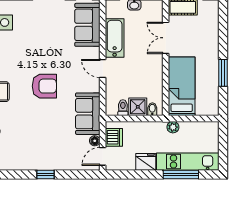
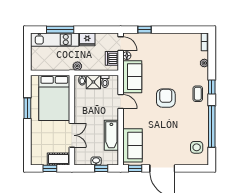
door: (103, 68) -> (121, 101), moved
armchair: (44, 86) -> (166, 98), turned 90
bed: (182, 86) -> (54, 98), width x1.50
plant: (173, 127) -> (77, 66), moved
door: (103, 156) -> (121, 44), hinge flipped
window: (45, 174) -> (145, 30), moved

